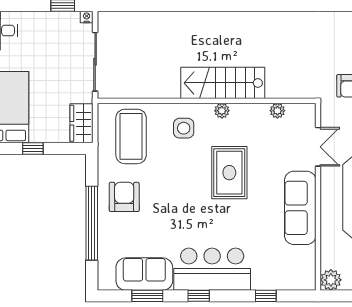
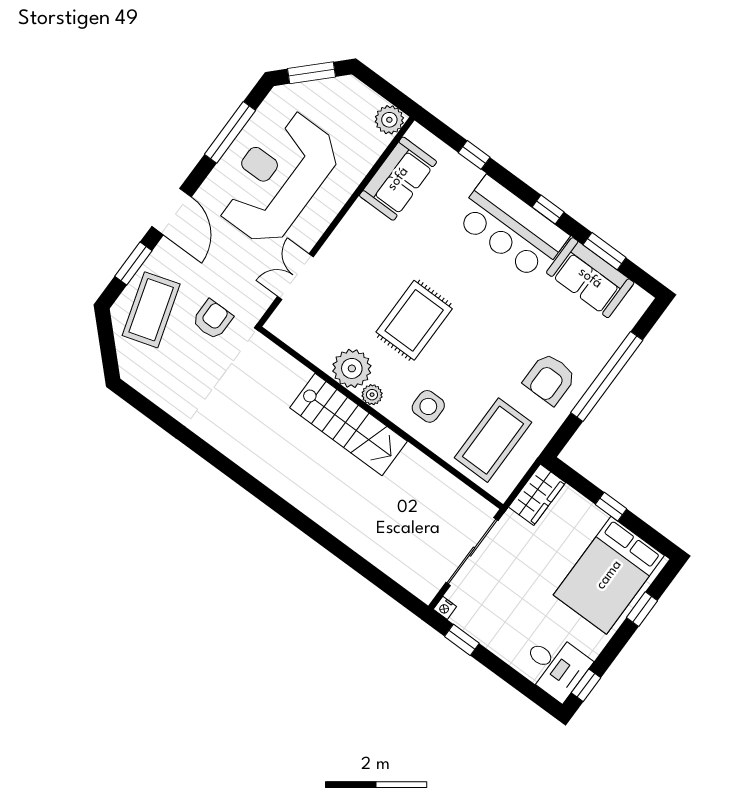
plant: (277, 111) -> (352, 368), moved, width x1.87, depth x1.87
sofa: (300, 208) -> (398, 179), moved, width x0.73

